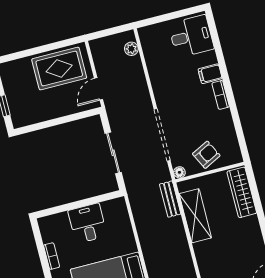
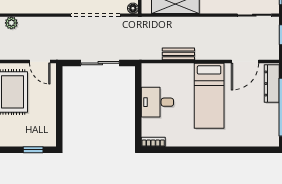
bench: (170, 199) -> (178, 54), moved
bookcase: (52, 256) -> (153, 142), moved

